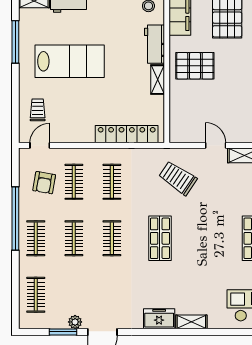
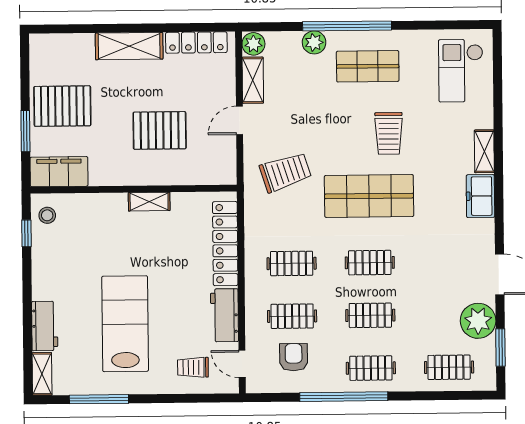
workbench: (154, 44) -> (224, 315), moved, turned 90
pallet: (195, 66) -> (160, 130), moved, turned 90
trolley: (178, 178) -> (285, 172), turned -142
armchair: (44, 183) -> (294, 357), turned -100
shop shelf: (160, 238) -> (369, 196), width x1.43, depth x1.36
trolley: (205, 253) -> (389, 133), added
plant: (75, 322) -> (478, 321), width x1.88, depth x1.88
window: (63, 332) -> (500, 347), moved

